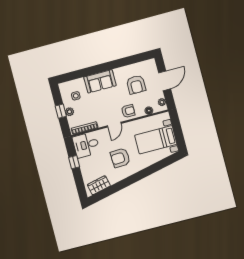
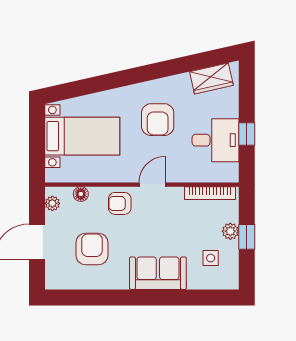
desk: (86, 145) -> (215, 140), moved
armchair: (120, 158) -> (158, 120), turned 93

